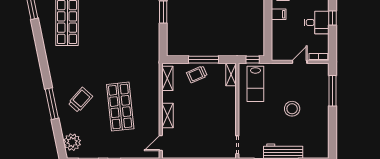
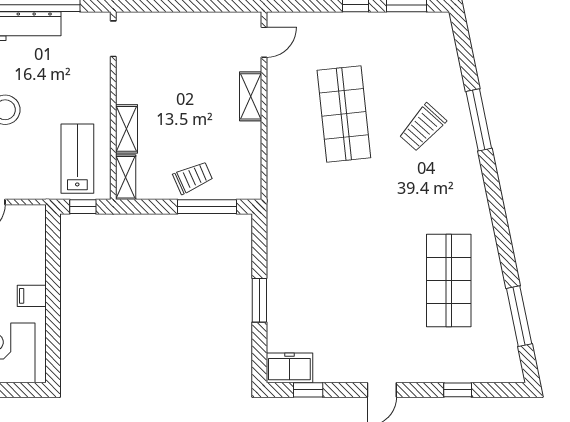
window: (204, 60) -> (207, 207), moved
shelving: (167, 78) -> (126, 129), moved
plant: (72, 142) -> (439, 44), removed

